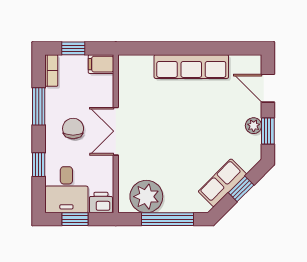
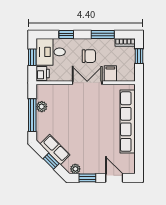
filing cabinet: (101, 64) -> (110, 74), moved
row of seats: (191, 67) -> (128, 122), width x1.36
door: (268, 88) -> (114, 178), hinge flipped
plant: (254, 126) -> (75, 169), moved
plant: (146, 197) -> (42, 107), width x0.53, depth x0.53

